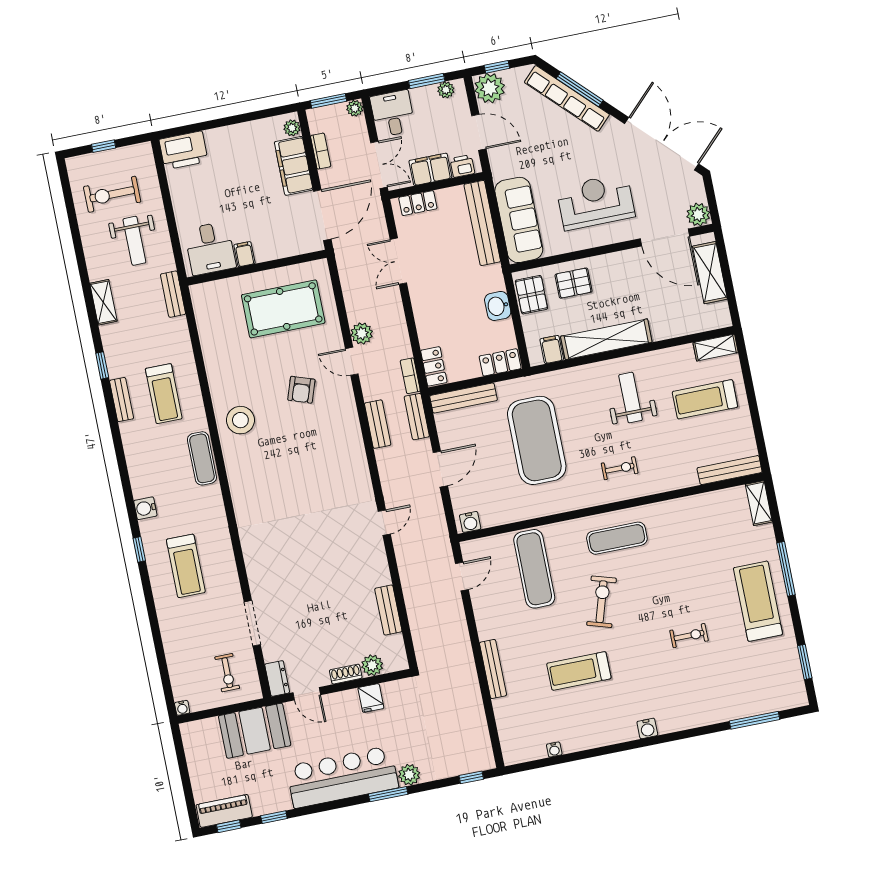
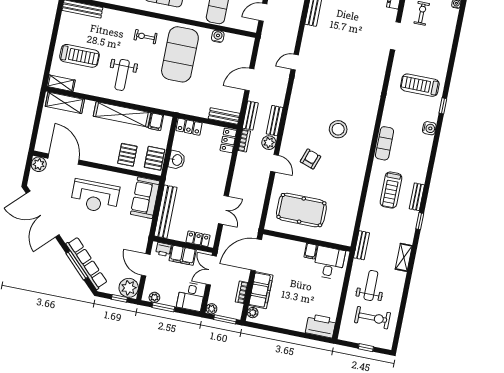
sofa: (519, 220) -> (145, 198), width x0.73
shelving: (710, 273) -> (65, 103), moved, turned 90
pallet: (574, 283) -> (127, 155), turned 90
plant: (362, 333) -> (269, 143), moved
treadmill: (164, 394) -> (391, 190), turned 180
bench: (464, 398) -> (224, 116), width x0.73
stool: (240, 420) -> (338, 129), moved
exercise mat: (537, 440) -> (180, 54), moved
water cooler: (470, 522) -> (218, 36), moved
treadmill: (186, 566) -> (420, 85), turned -90

